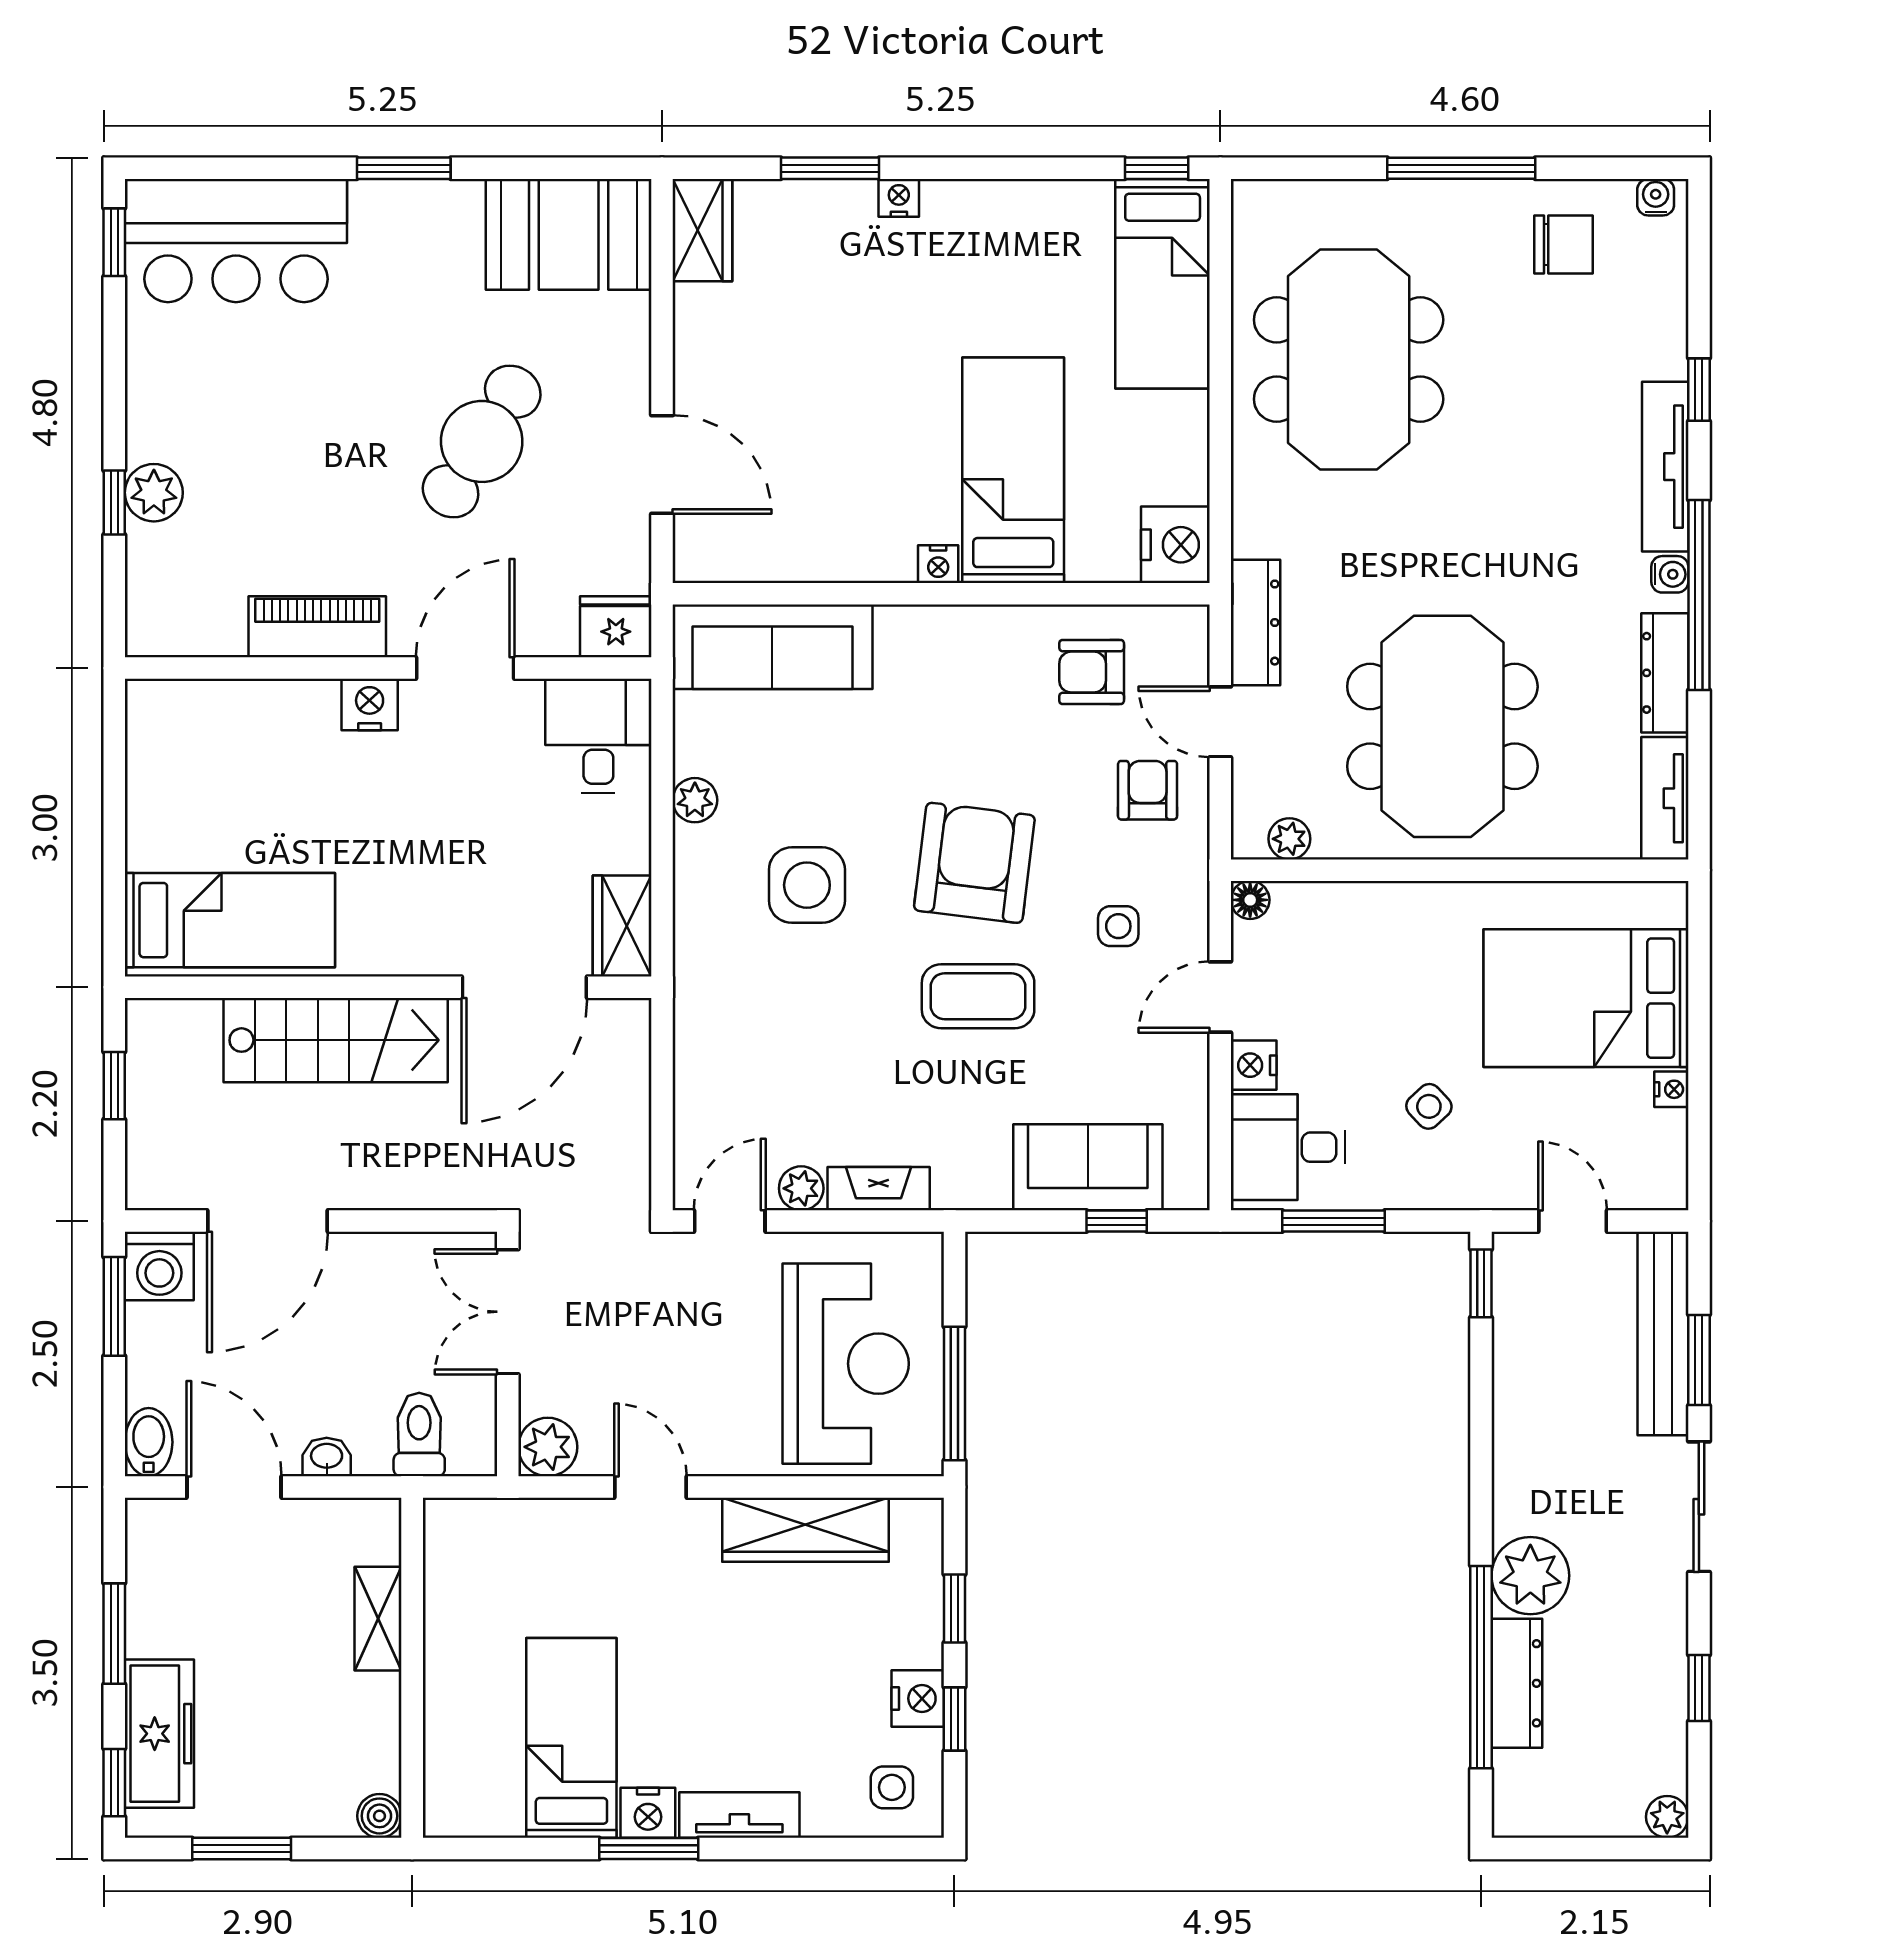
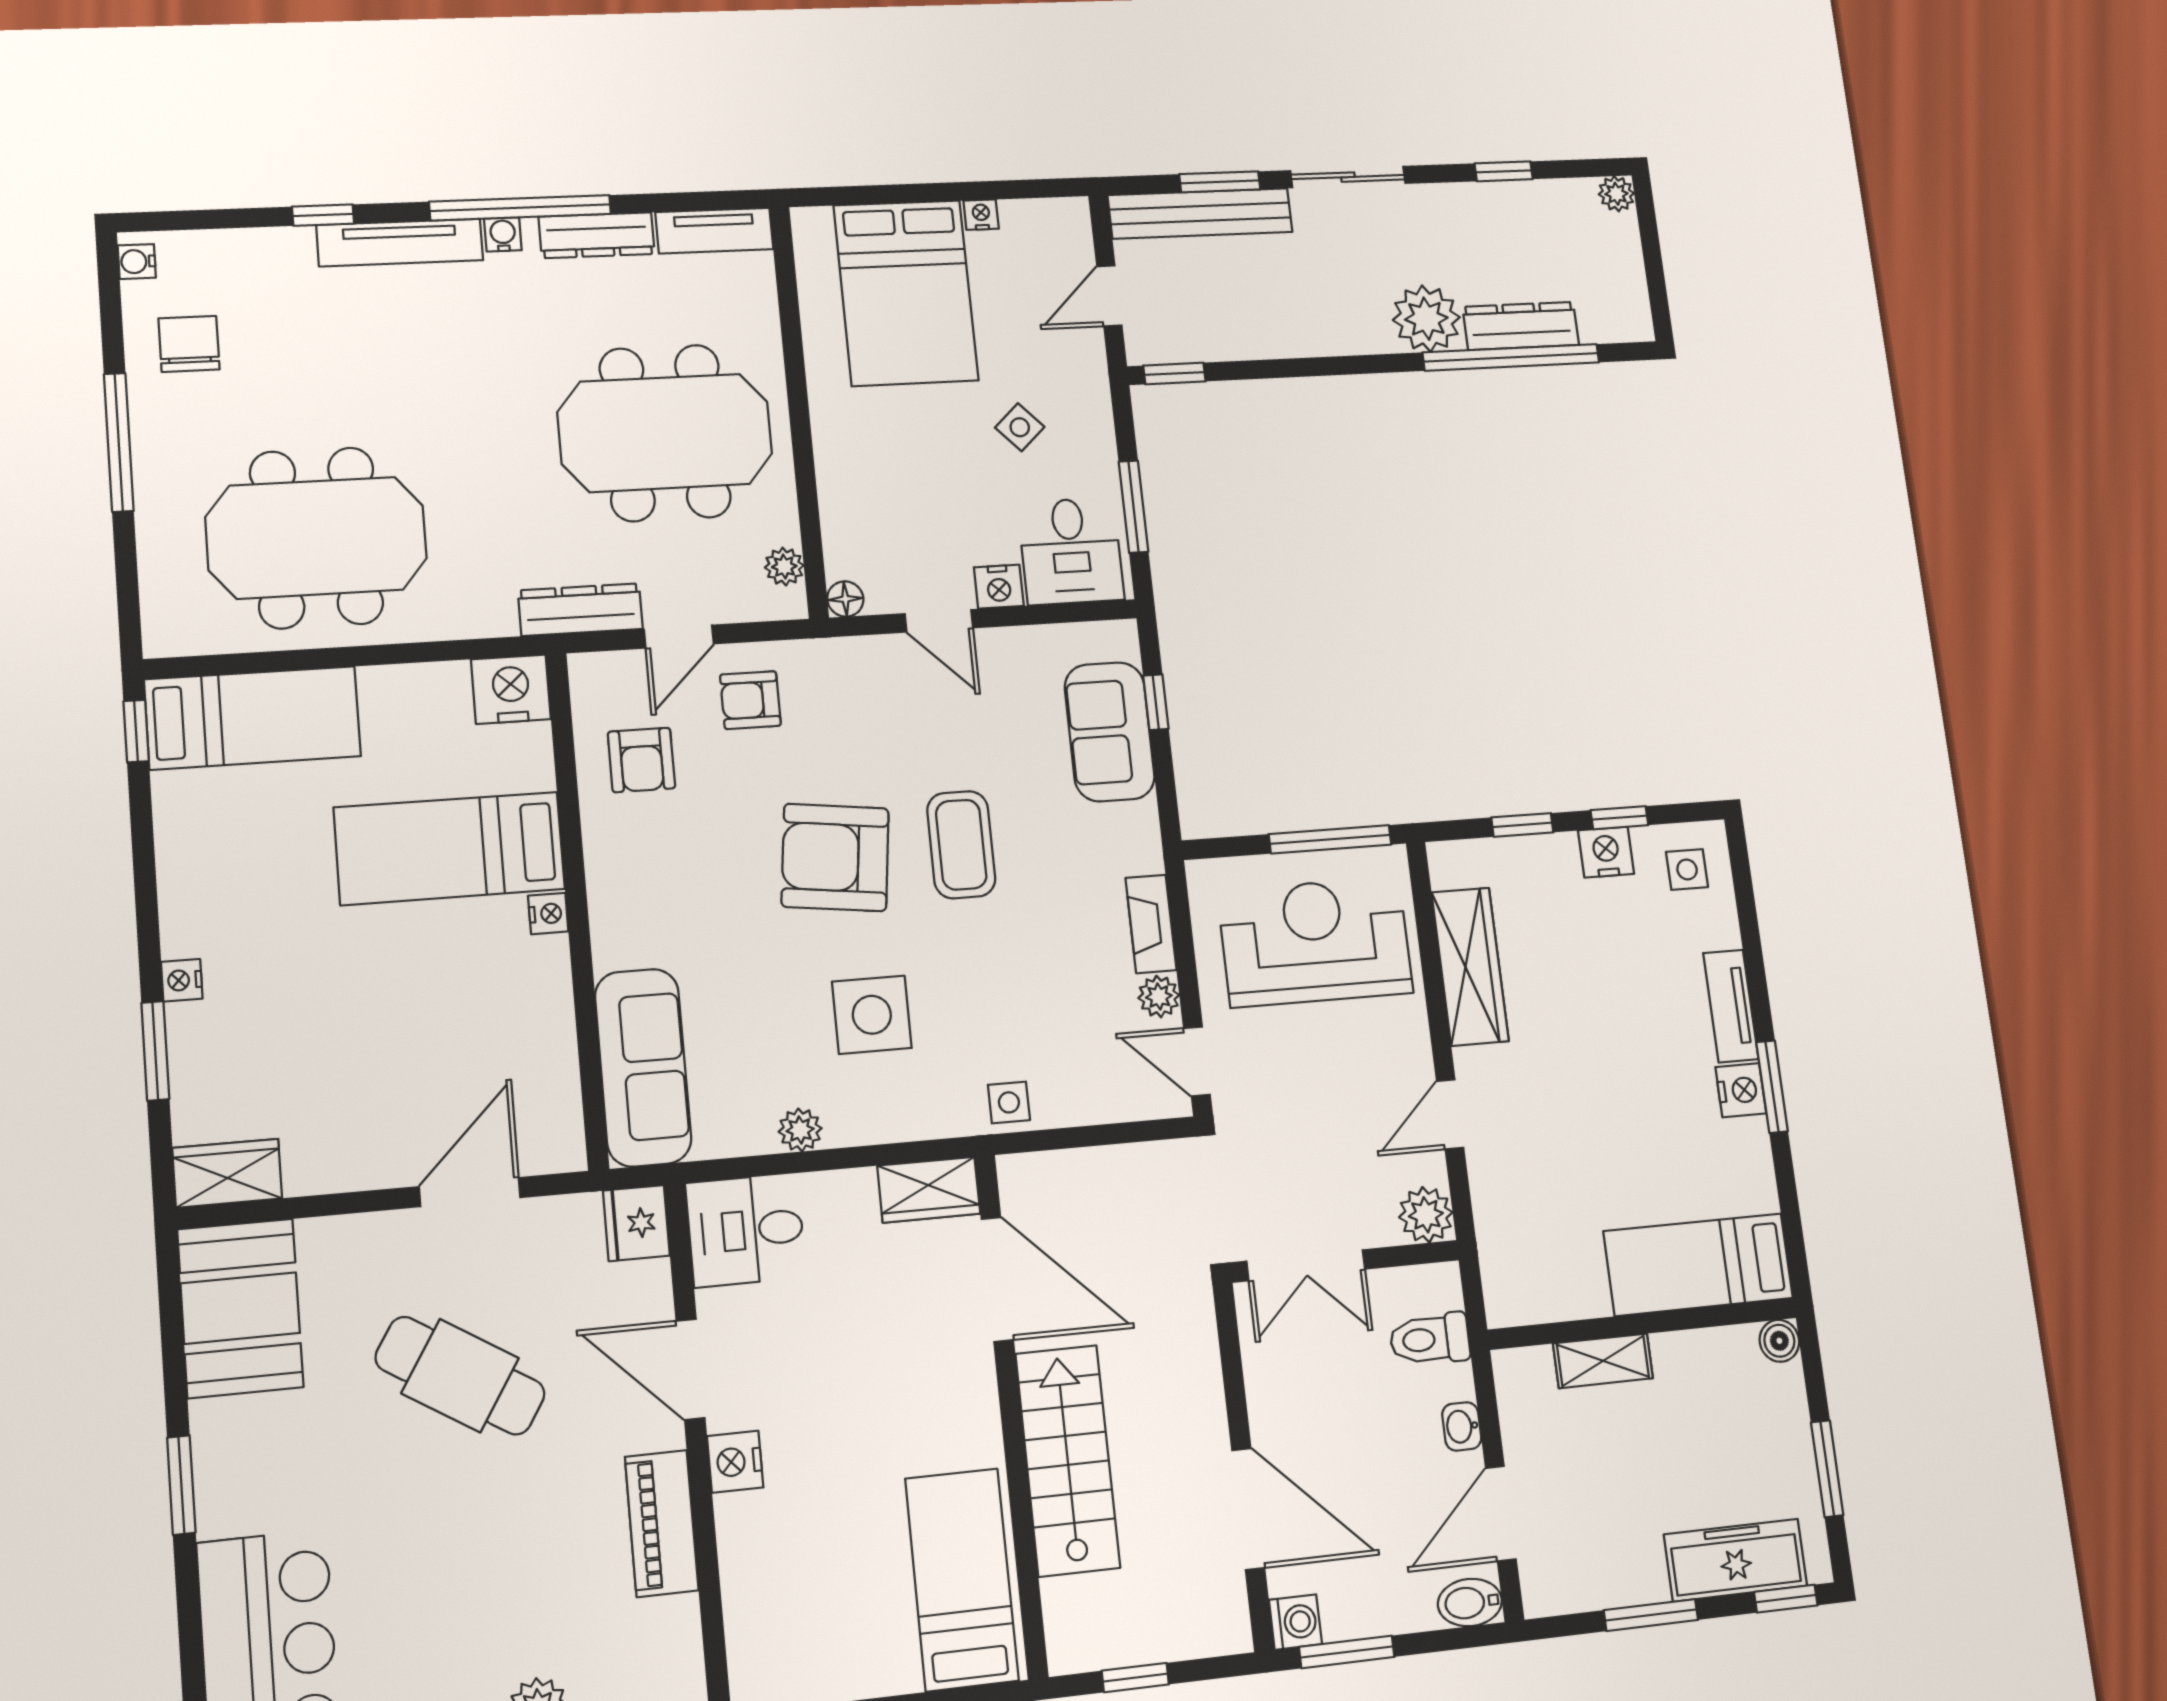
side table: (1118, 926) -> (1009, 1102), moved
washing machine: (159, 1266) -> (1295, 1622), width x0.73, depth x0.73
bed: (571, 1738) -> (1698, 1265), moved

